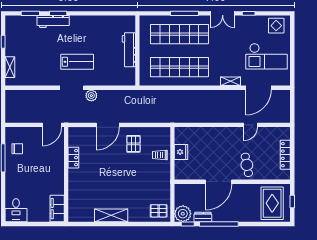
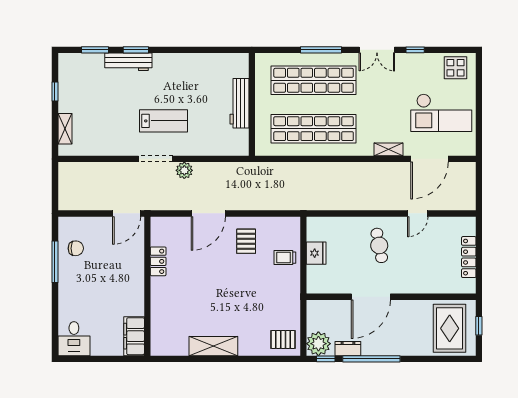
cafe table: (247, 165) -> (379, 245), moved

